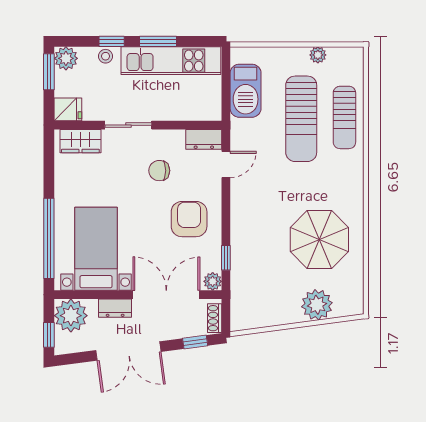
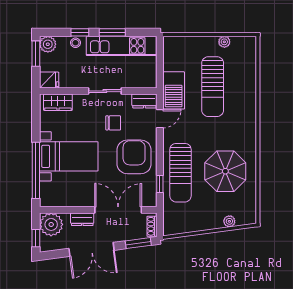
barbecue: (246, 91) -> (174, 90), moved
sun lounger: (344, 117) -> (180, 173), moved, width x1.36, depth x1.34
sliding door: (128, 125) -> (105, 91), moved
chair: (159, 171) -> (113, 123), turned 180
armchair: (189, 219) -> (134, 157), width x1.36, depth x1.36
bed with nightstands: (96, 249) -> (69, 156), moved, turned 90
plant: (213, 281) -> (151, 201), removed
plant: (317, 305) -> (229, 221), width x0.53, depth x0.53
window: (195, 342) -> (138, 243), width x1.50

